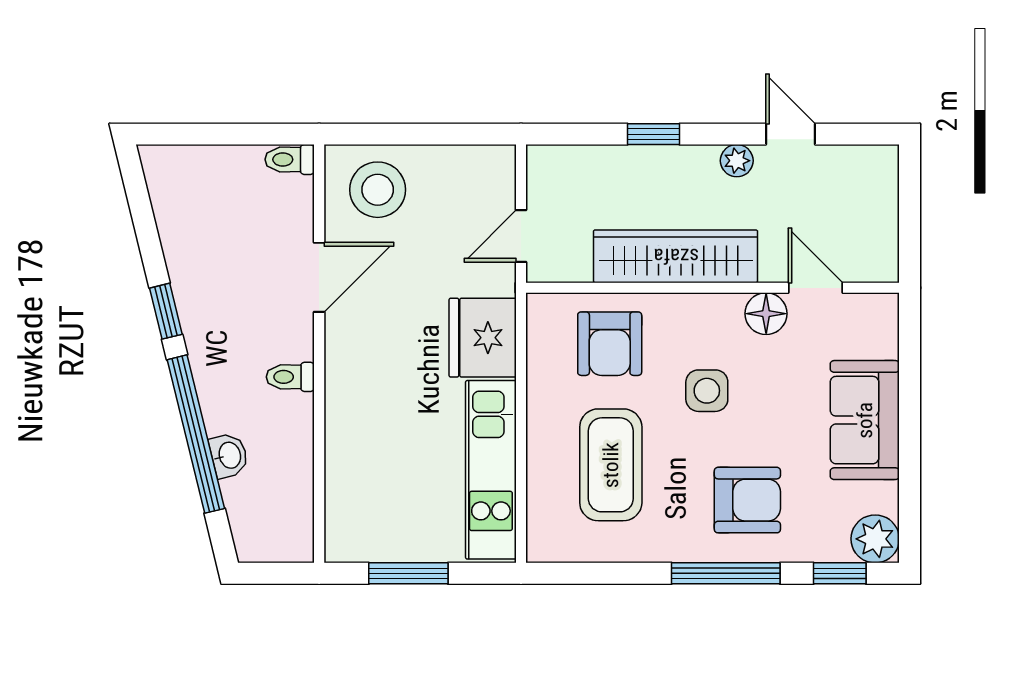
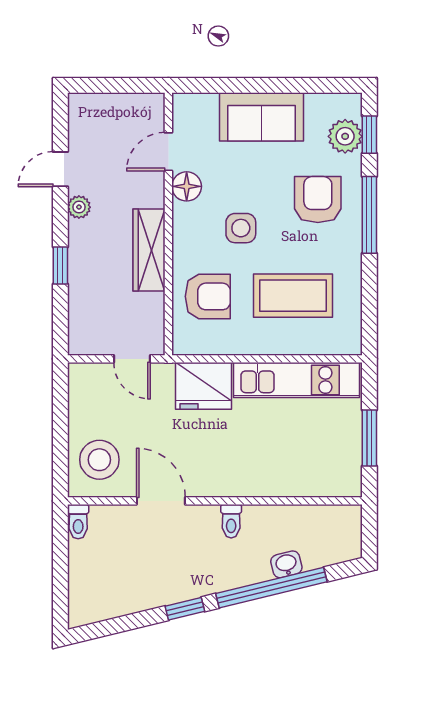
wardrobe: (676, 256) -> (149, 250), width x0.71, depth x0.85
plant: (875, 539) -> (345, 136), moved

